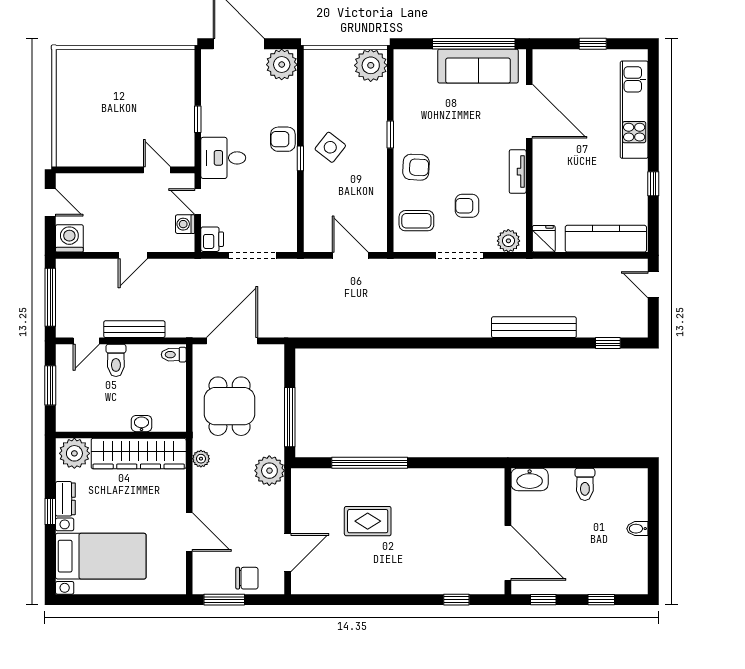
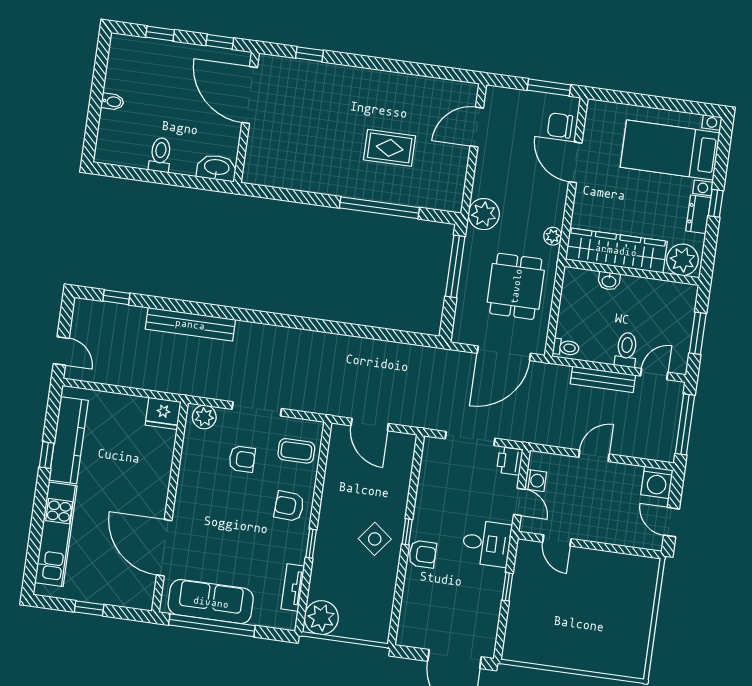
plant: (282, 65) -> (413, 631), removed
tv unit: (518, 172) -> (293, 588), moved, turned 180
fridge: (544, 239) -> (163, 413), width x1.38
kitchen counter: (606, 239) -> (69, 440), moved, turned -90
chair: (247, 578) -> (560, 125), moved

